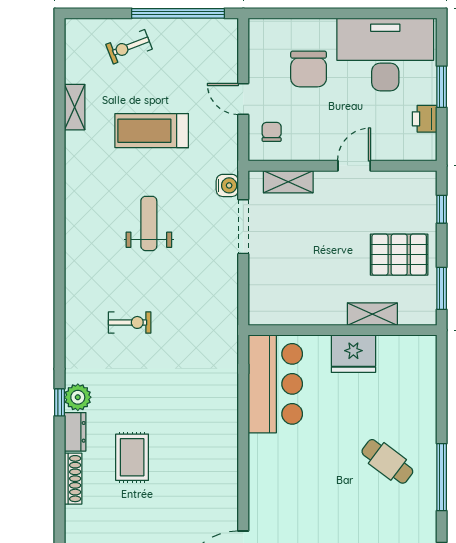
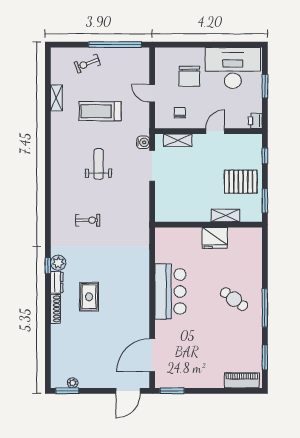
printer: (425, 119) -> (255, 121), moved
chair: (272, 132) -> (180, 113), moved
bar counter: (275, 384) -> (170, 291), moved

